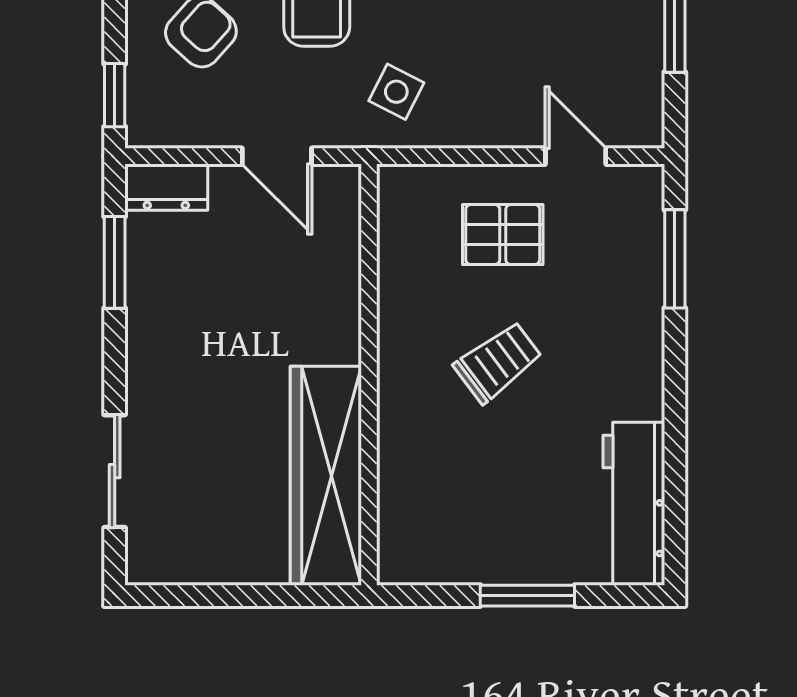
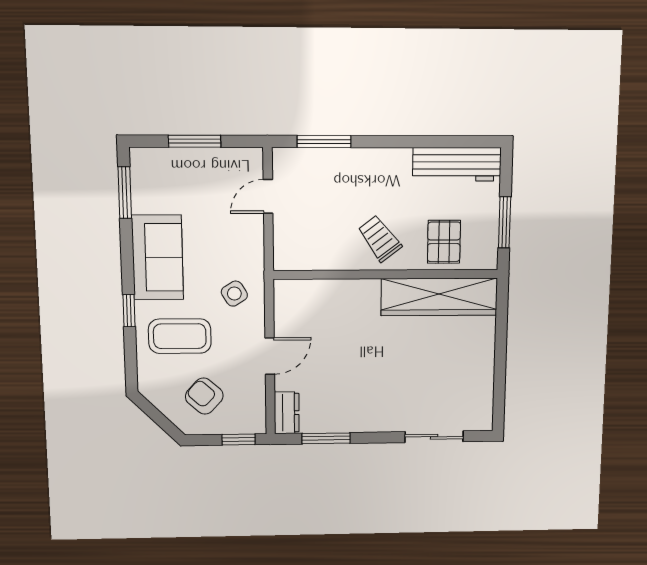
side table: (396, 92) -> (234, 294), turned 31
pallet: (503, 235) -> (444, 242), moved
wall: (369, 375) -> (386, 274), moved
wardrobe: (326, 476) -> (439, 297), moved

